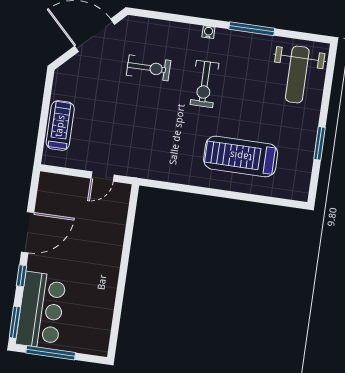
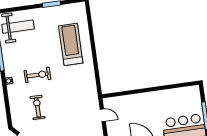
treadmill: (241, 156) -> (71, 44), turned 180

